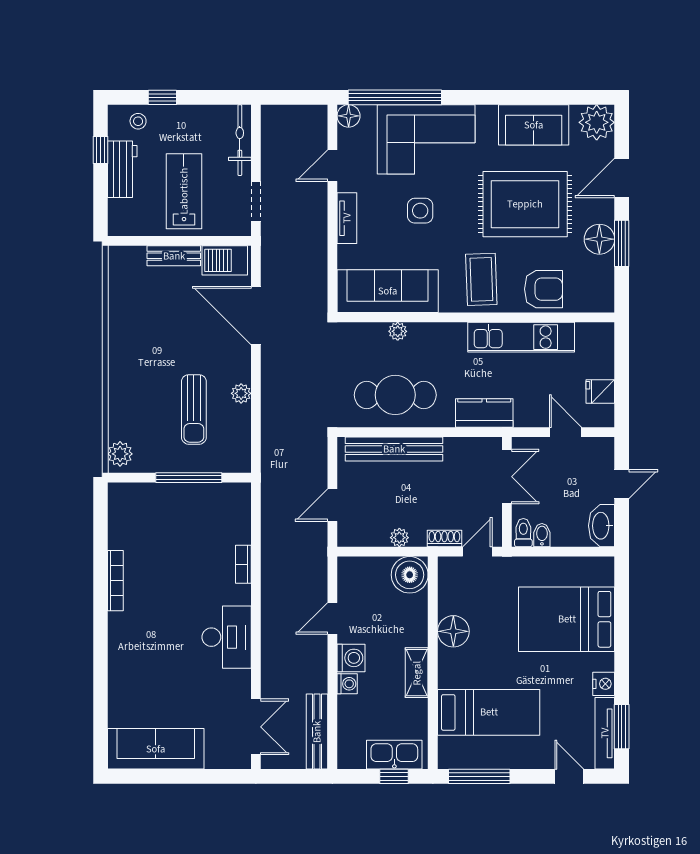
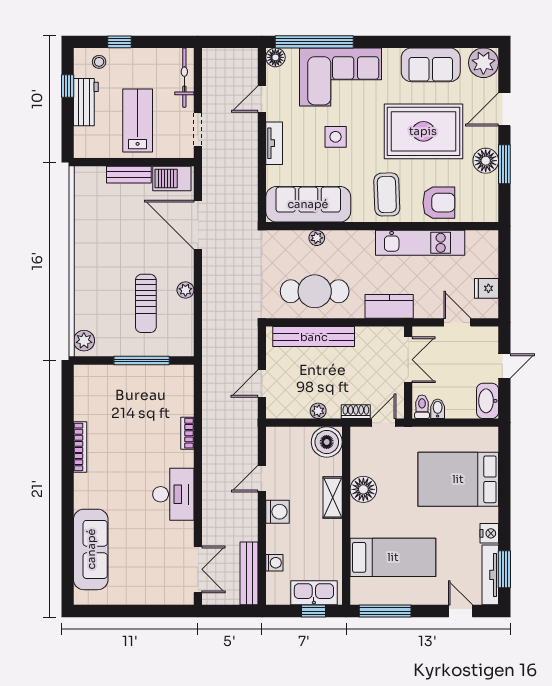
shelving: (417, 673) -> (333, 498), moved
washing machine: (347, 684) -> (274, 563), moved
sofa: (156, 749) -> (91, 549), moved, turned 90

